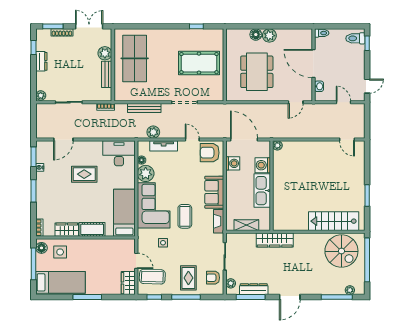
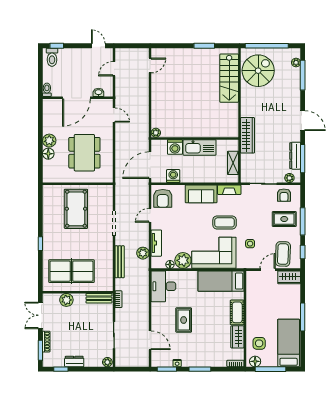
window: (196, 26) -> (40, 244), moved
dining table: (257, 72) -> (84, 153), turned 90
bench: (107, 74) -> (99, 298), moved

